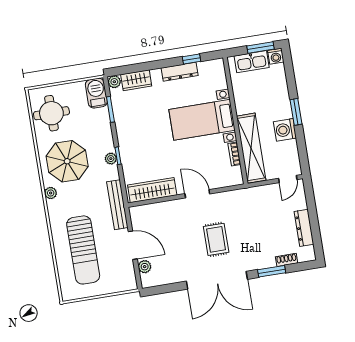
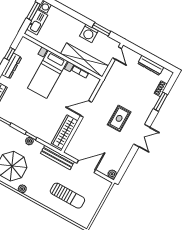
window: (296, 112) -> (101, 29), moved
rug: (216, 239) -> (119, 118), turned 90
sun lounger: (83, 250) -> (67, 196), width x0.73, depth x0.75
plant: (145, 267) -> (112, 174), moved
double door: (217, 280) -> (142, 136), width x0.54

